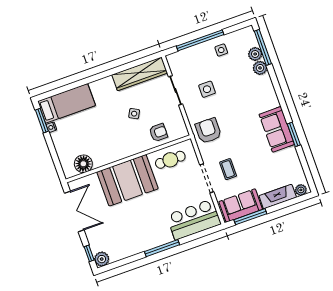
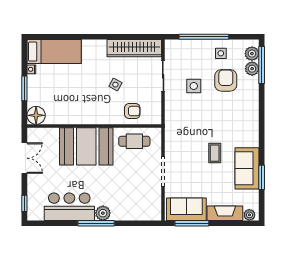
plant: (260, 68) -> (252, 54), moved
window: (42, 121) -> (24, 88), moved
sofa: (277, 129) -> (247, 168), moved
armchair: (208, 131) -> (226, 80), moved
window: (294, 134) -> (262, 177), moved
floor lamp: (83, 164) -> (36, 115), moved
coffee table: (228, 169) -> (215, 153), moved
double door: (74, 212) -> (24, 158), width x0.73
bar counter: (194, 220) -> (69, 207), moved
plant: (102, 259) -> (103, 213), moved

